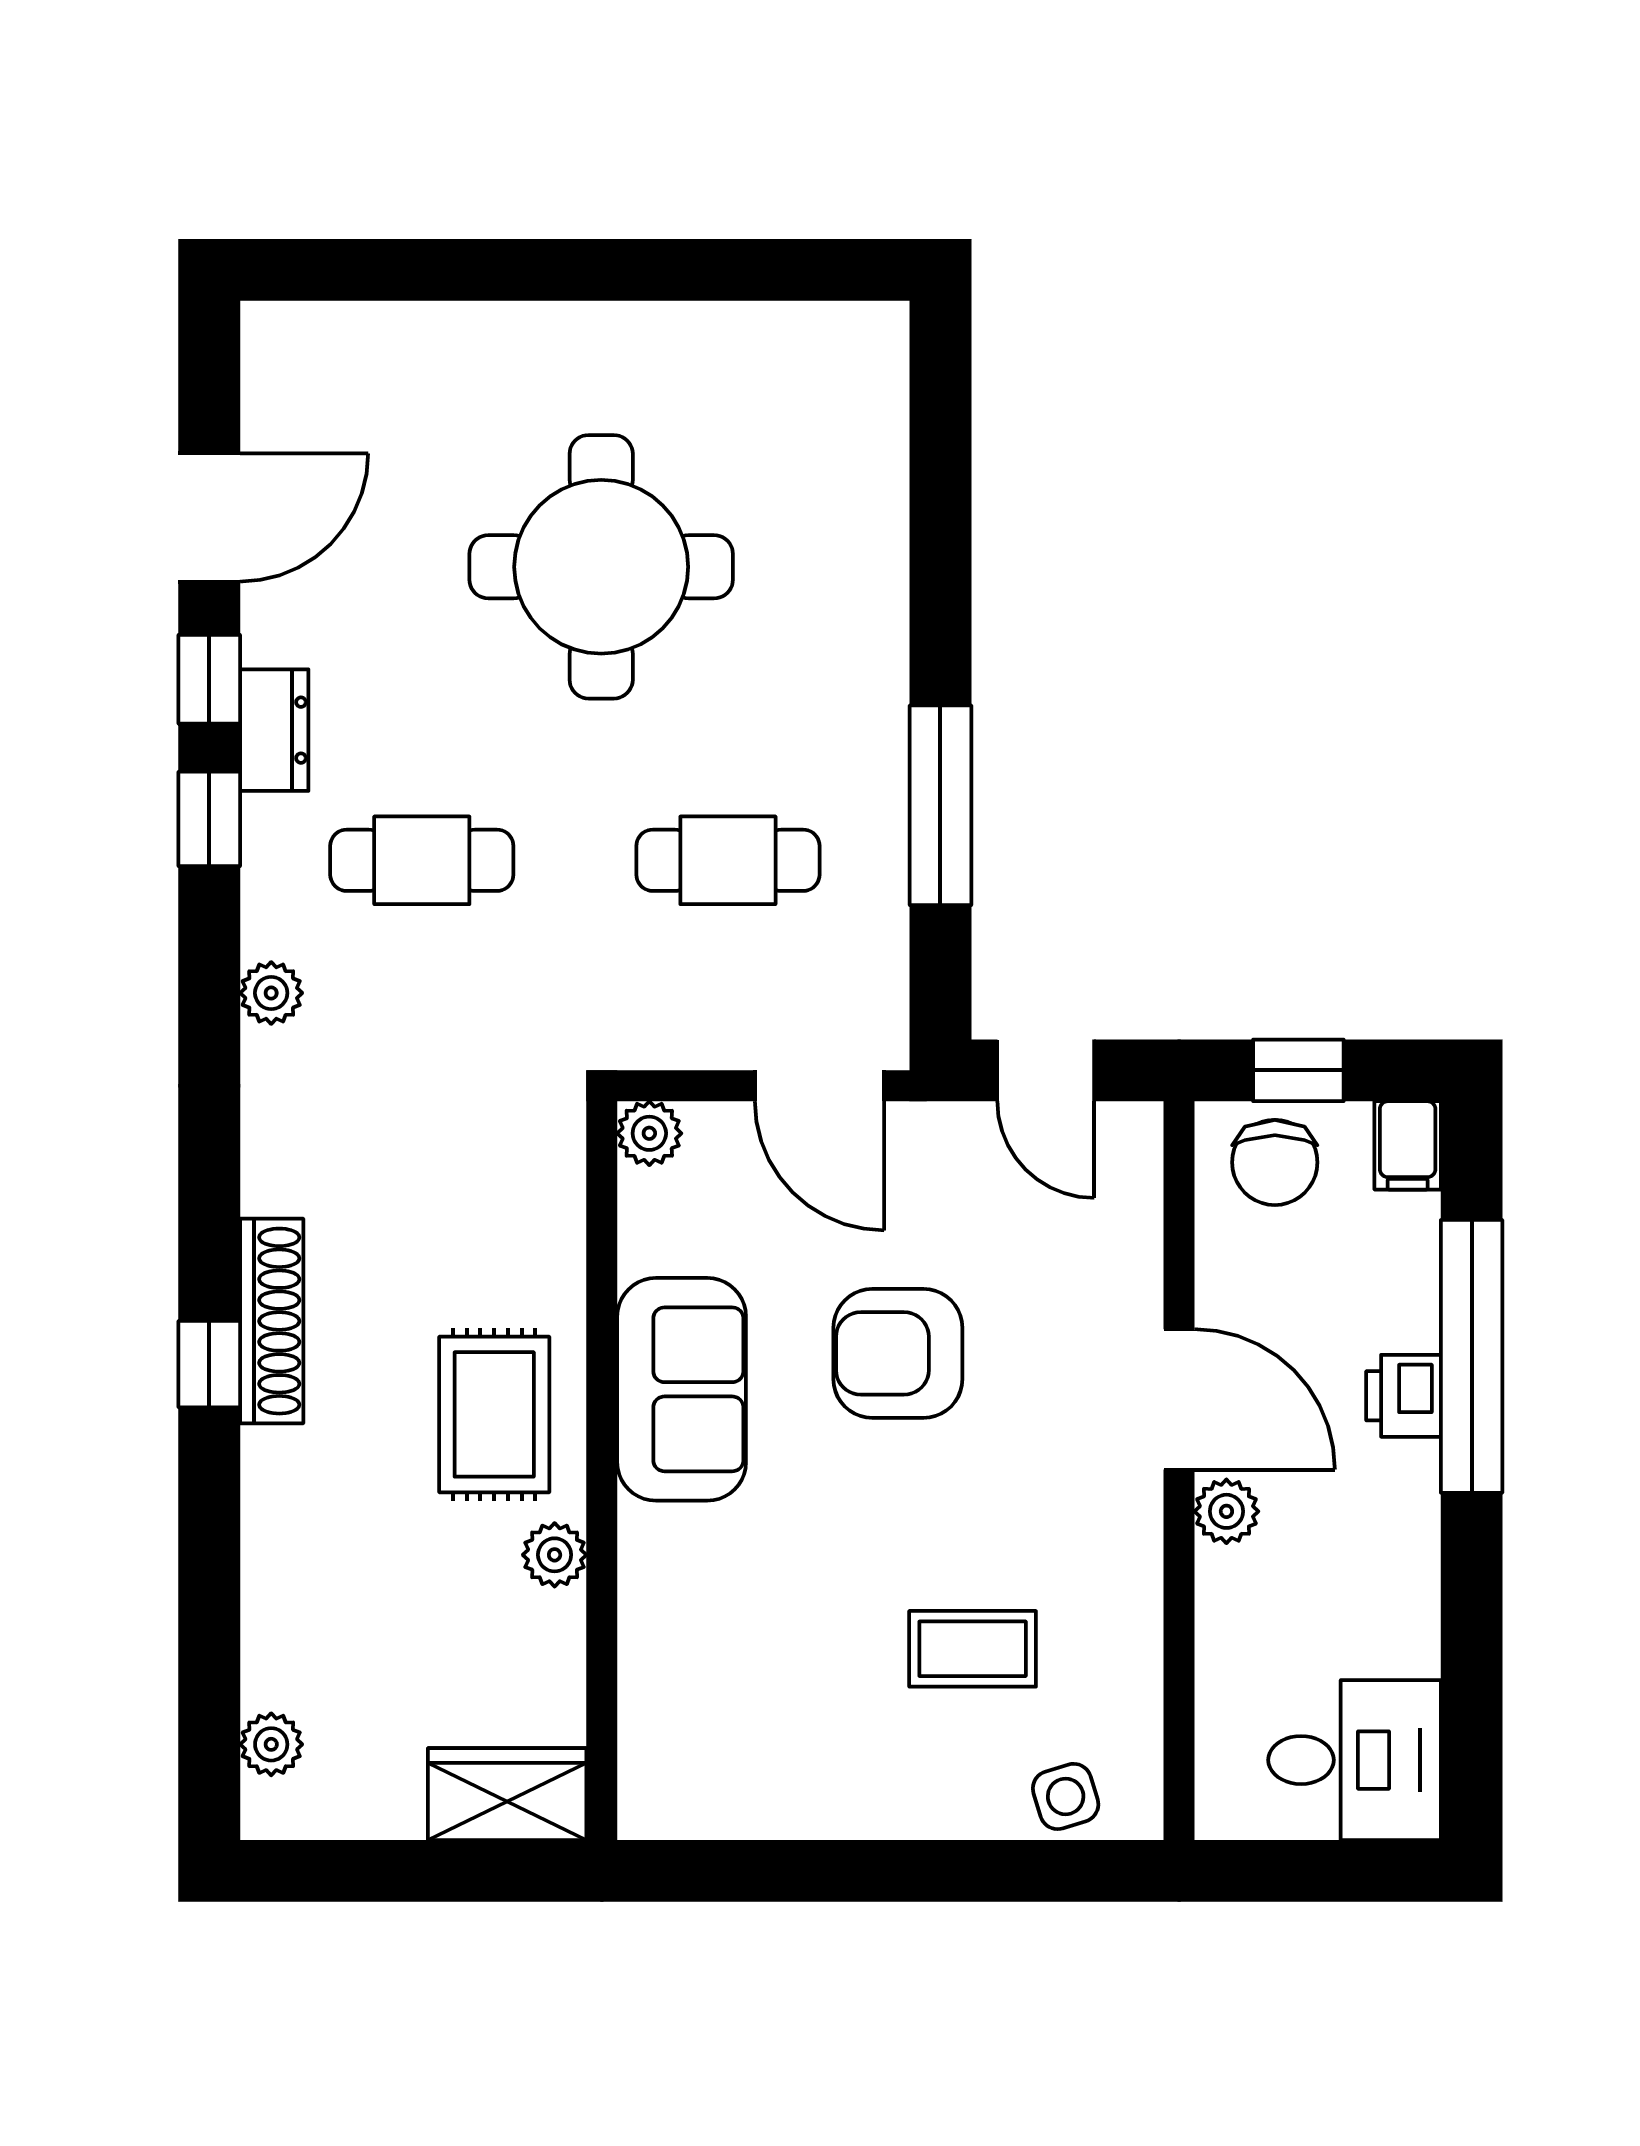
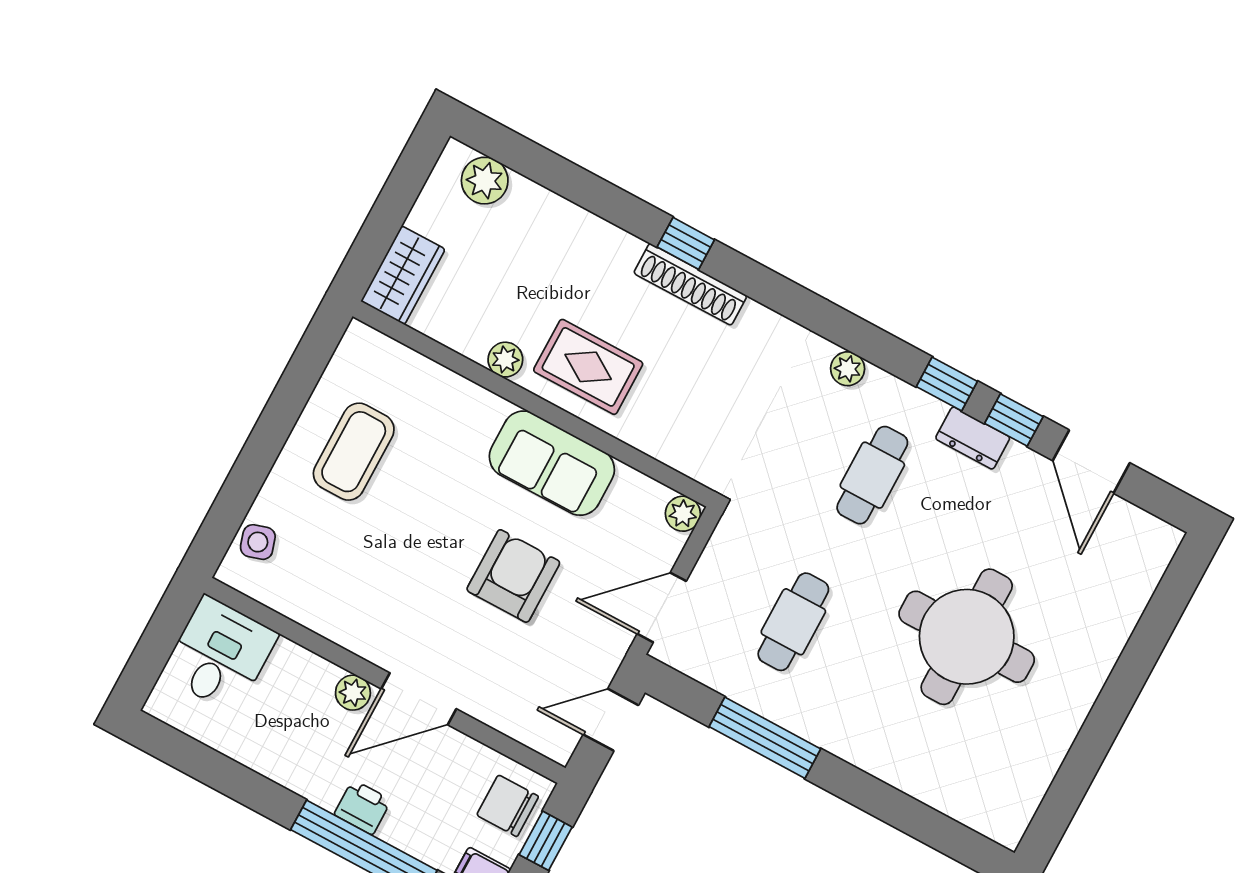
coffee table: (973, 1649) -> (354, 452), moved, width x1.36, depth x1.30
plant: (271, 1744) -> (485, 181), width x1.38, depth x1.38
desk: (1355, 1760) -> (220, 654), moved, turned 180

